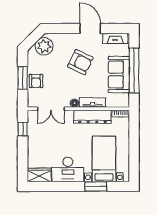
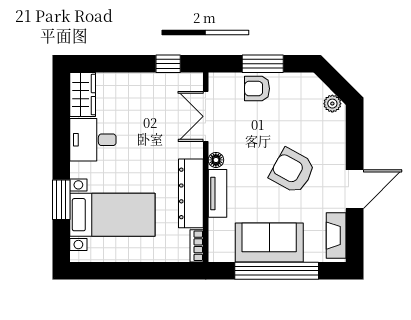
plant: (44, 46) -> (332, 104), width x0.53, depth x0.53
armchair: (80, 62) -> (292, 171), turned 93
desk: (68, 169) -> (93, 140), width x0.73

